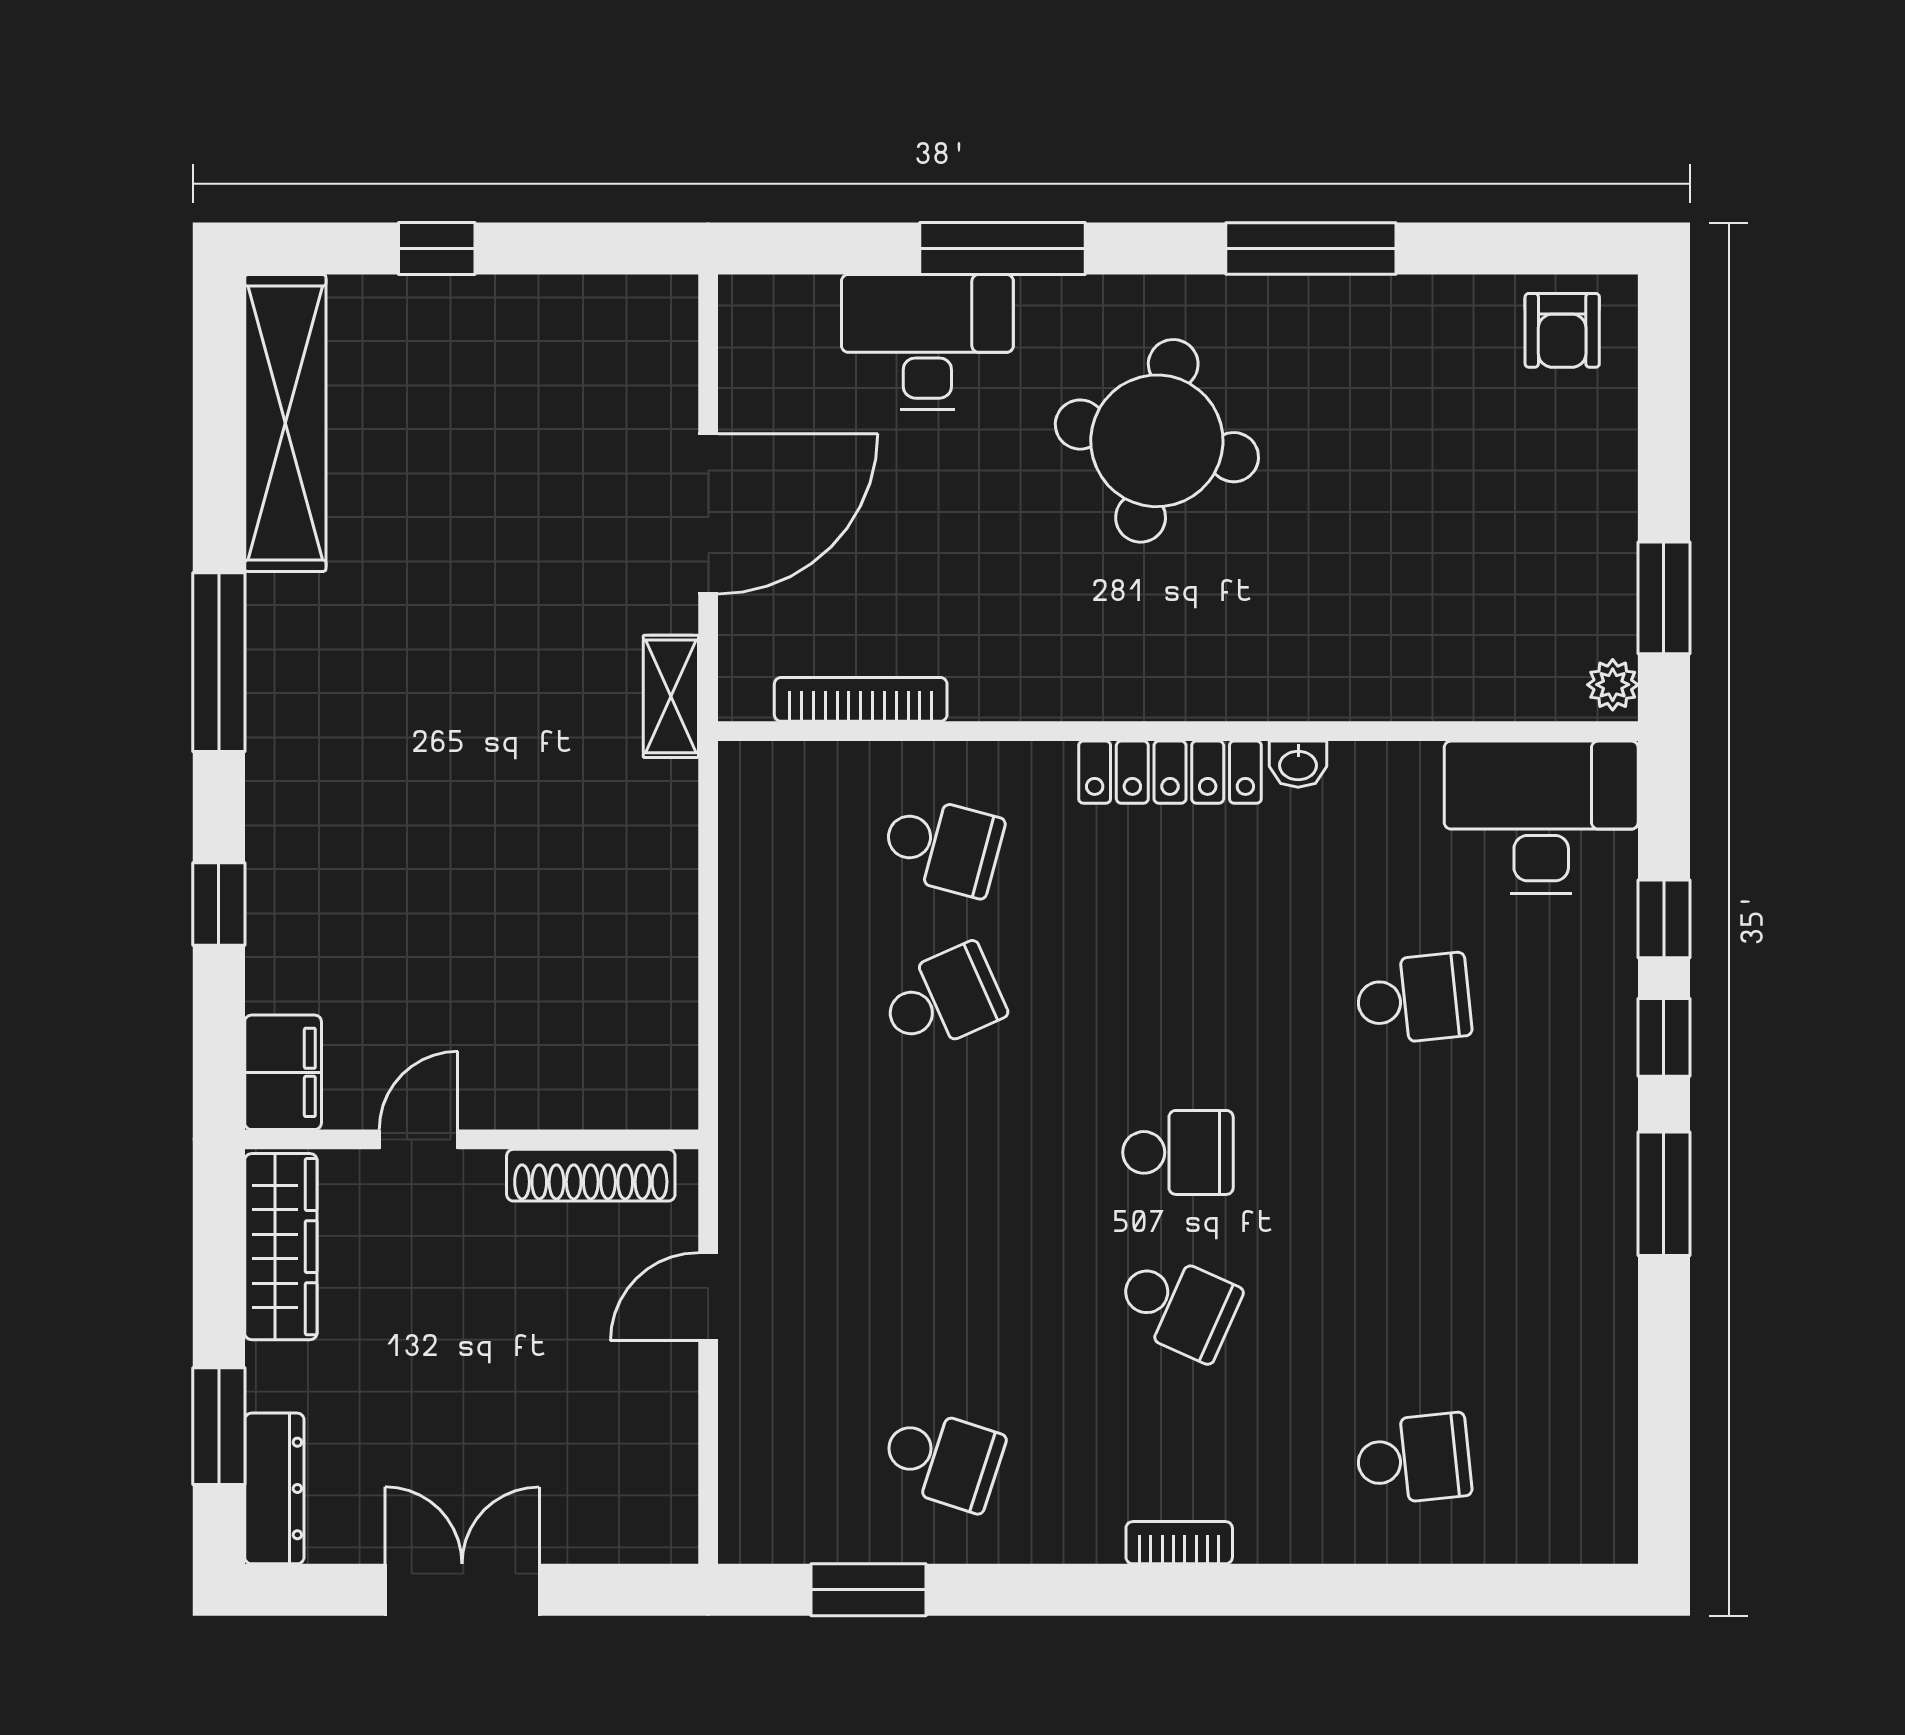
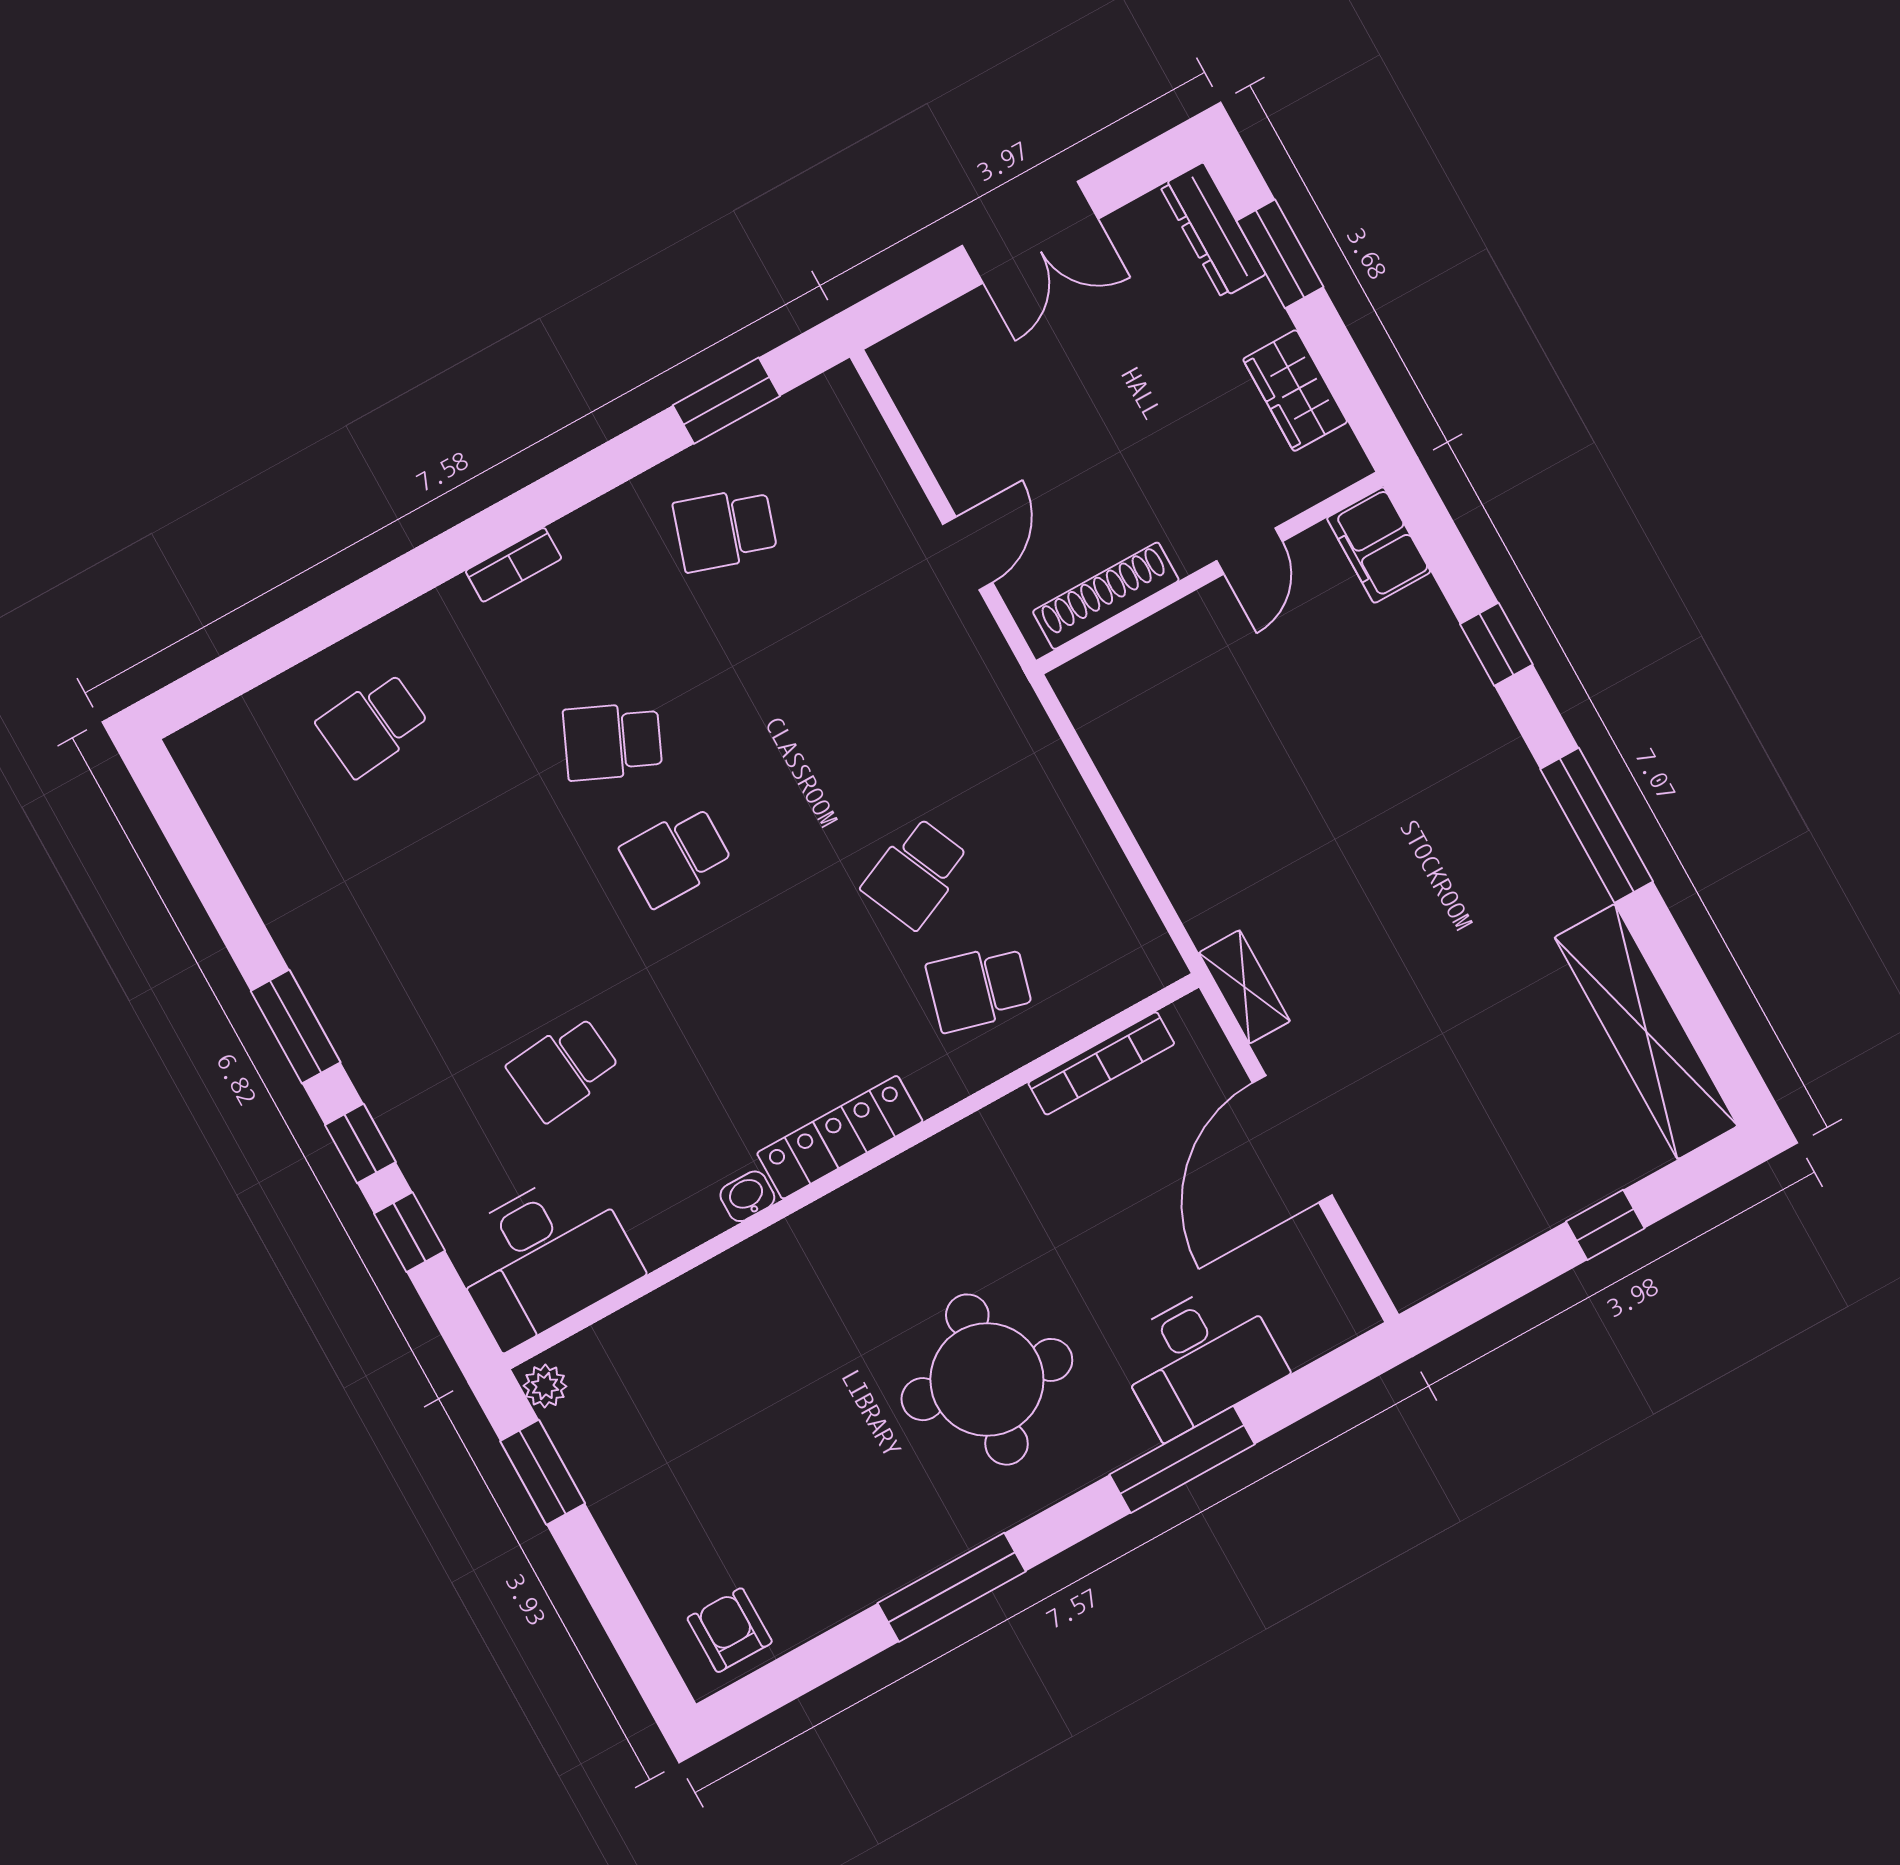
wardrobe: (281, 1247) -> (1295, 391), width x0.67

